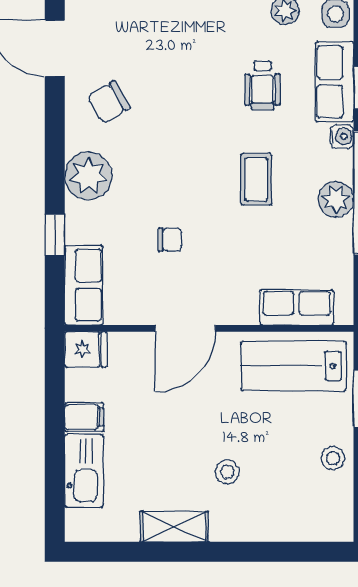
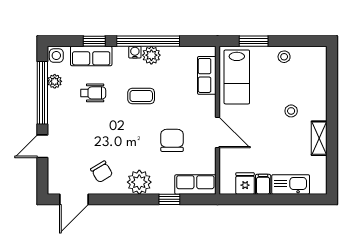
water cooler: (342, 136) -> (135, 52), moved
chair: (170, 240) -> (172, 140), width x1.87, depth x1.87
fridge: (86, 349) -> (245, 183), moved

